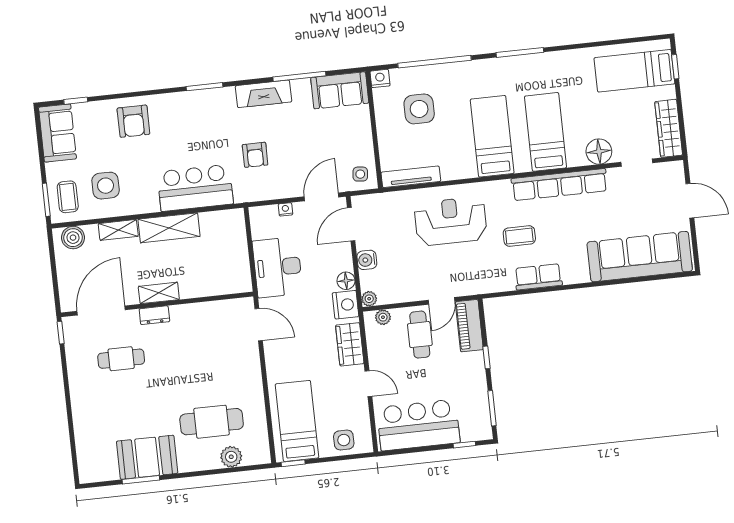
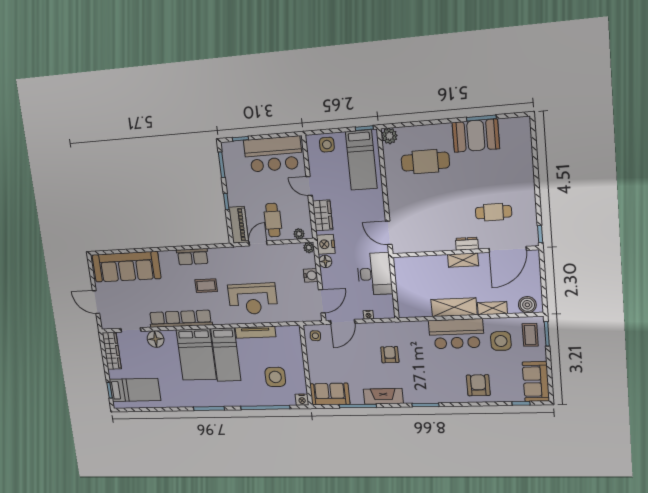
bed: (546, 132) -> (196, 355), width x1.50
tv unit: (411, 177) -> (255, 332), moved
bar counter: (195, 188) -> (456, 334), moved
plant: (231, 457) -> (389, 136), moved

